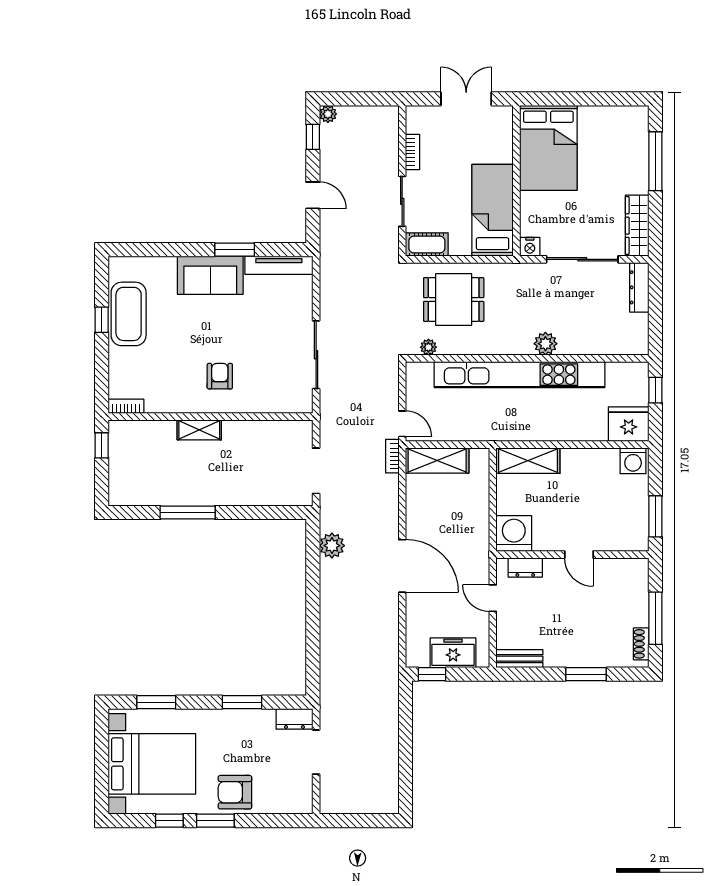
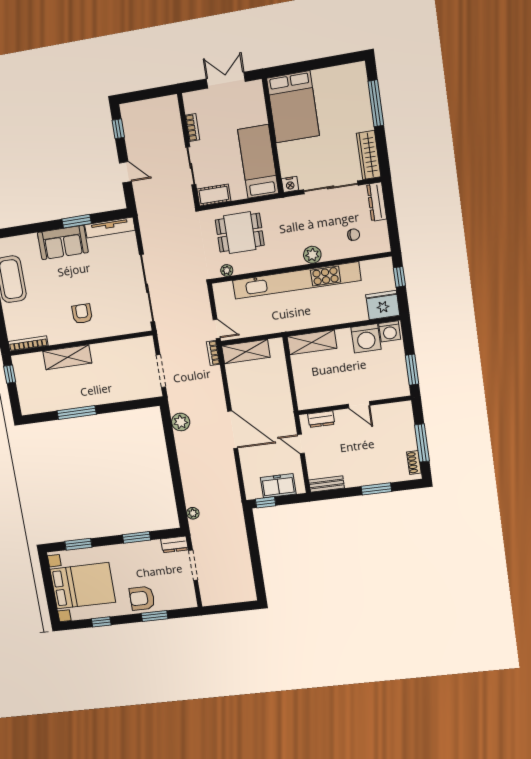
plant: (328, 114) -> (193, 513), moved
chair: (603, 326) -> (354, 235), added
sliding door: (316, 355) -> (147, 288), width x1.36
bookcase: (126, 406) -> (28, 344), width x1.56
shelving: (199, 430) -> (67, 357), width x1.50, depth x1.33
washing machine: (514, 533) -> (366, 338), moved, turned 180
window: (215, 821) -> (154, 616), moved

